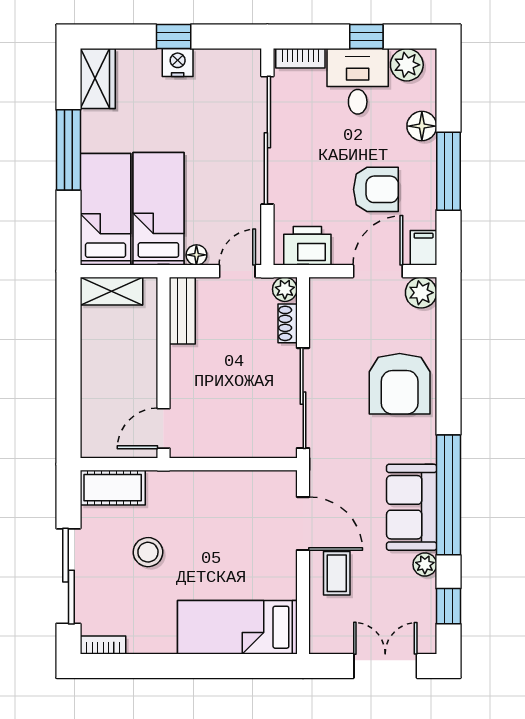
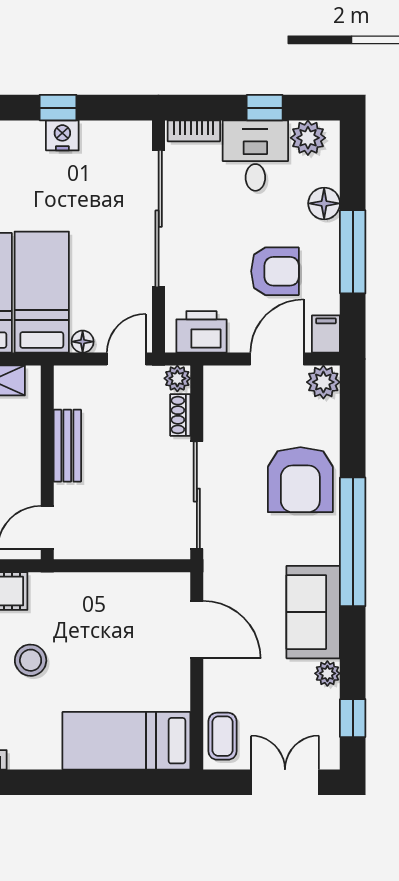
bench: (182, 311) -> (67, 446), moved
window: (448, 495) -> (353, 542), moved
coffee table: (337, 573) -> (222, 736), moved

